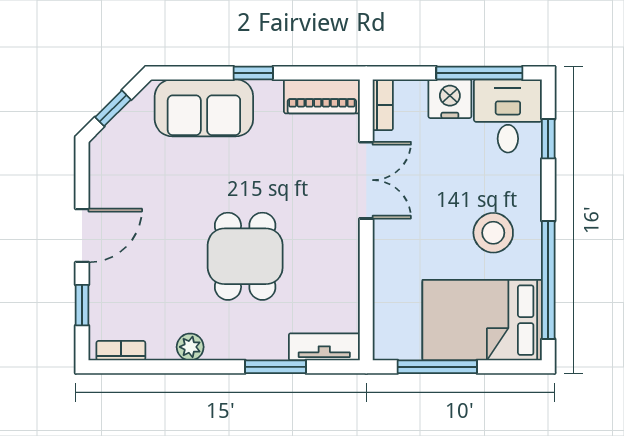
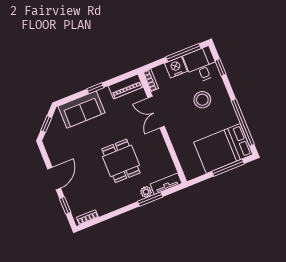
double door: (366, 180) -> (156, 112), swing flipped
stool: (493, 233) -> (202, 100), moved
plant: (190, 347) -> (146, 192), moved
window: (437, 367) -> (228, 168), moved

